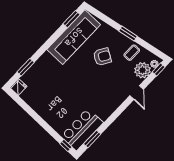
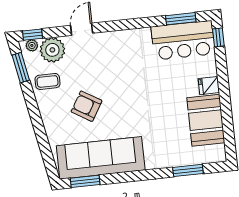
window: (128, 34) -> (21, 68), moved
fridge: (19, 87) -> (209, 86), moved
booth: (38, 99) -> (206, 120), added

